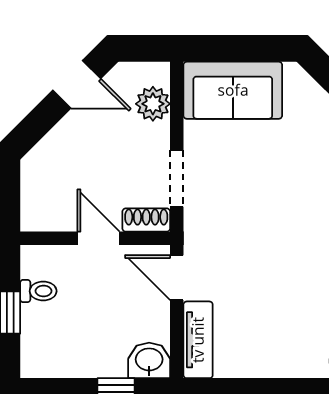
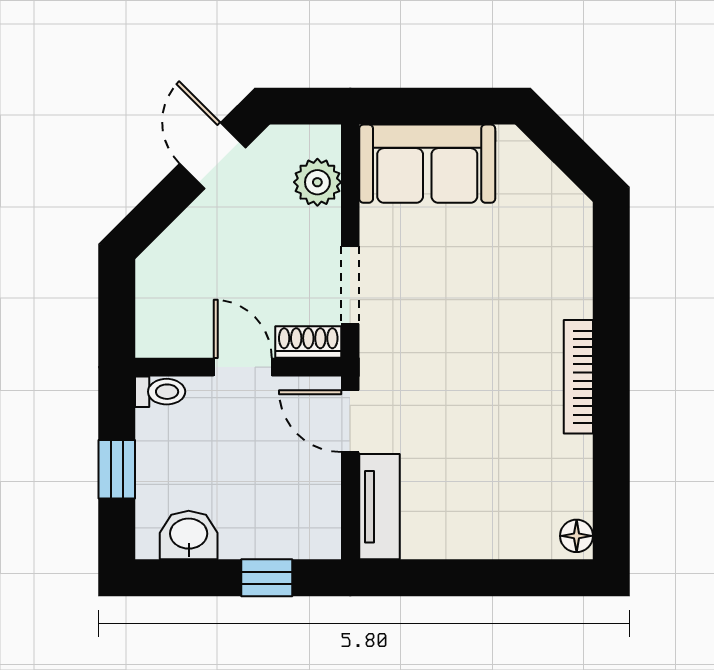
door: (77, 84) -> (213, 156), swing flipped
toilet: (38, 291) -> (160, 392), moved
washbasin: (149, 360) -> (189, 535), moved

